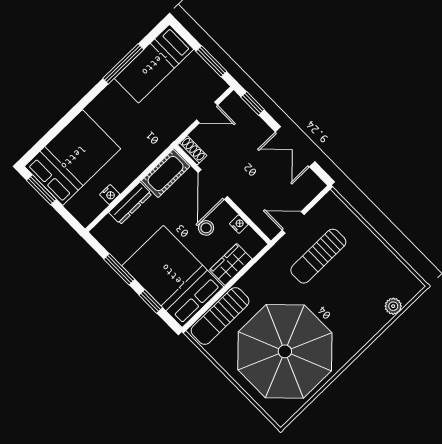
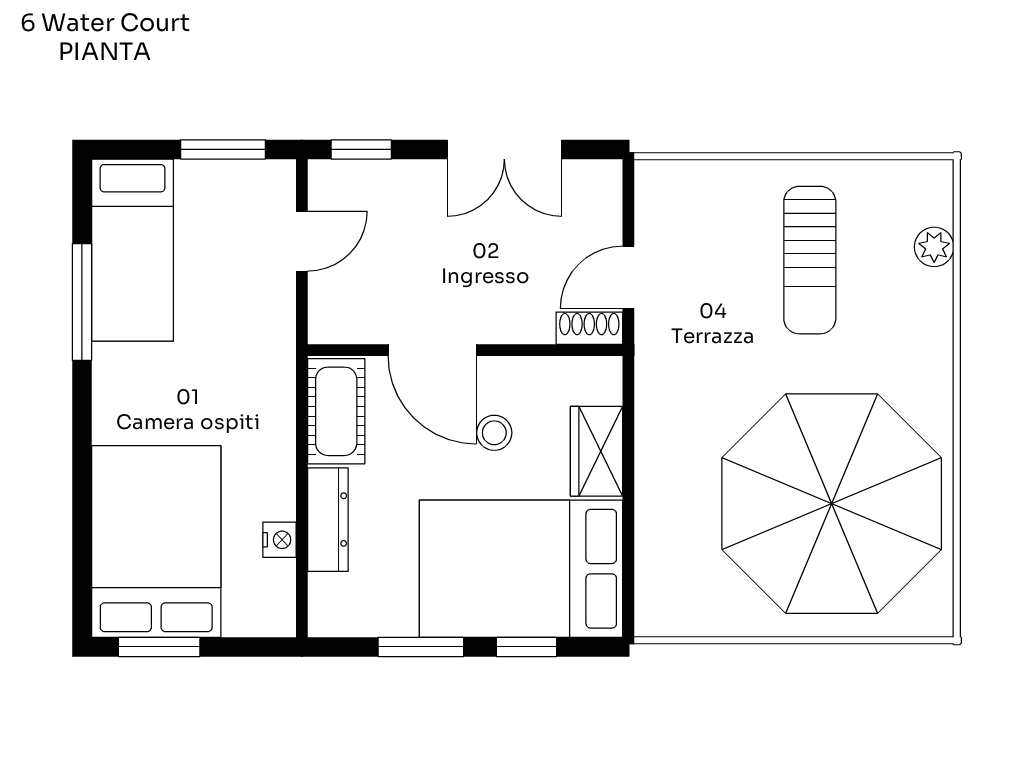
shoe rack: (192, 150) -> (589, 328), moved
nightstand: (239, 224) -> (542, 371), removed
sun lounger: (318, 256) -> (810, 260), moved
sun lounger: (220, 316) -> (666, 554), removed

